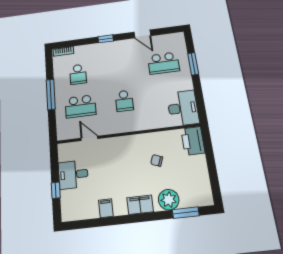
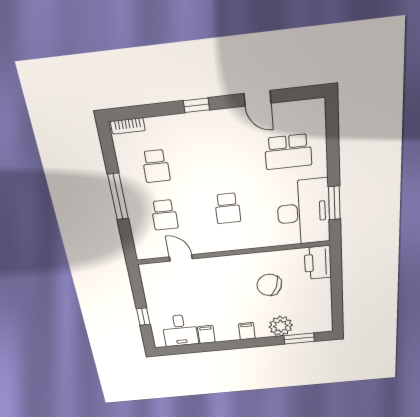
window: (193, 64) -> (334, 203), moved
school desk: (80, 106) -> (164, 215), width x0.54
desk: (183, 108) -> (304, 212), width x1.36, depth x1.30
chair: (157, 160) -> (269, 285), width x1.87, depth x1.87
desk: (73, 174) -> (180, 330), moved, turned -90
filing cabinet: (140, 205) -> (247, 331), width x0.50

